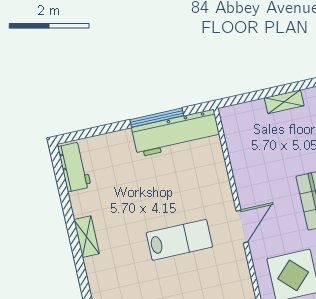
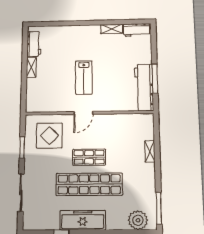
door: (242, 226) -> (83, 113), hinge flipped
shelving: (87, 237) -> (112, 29), moved

